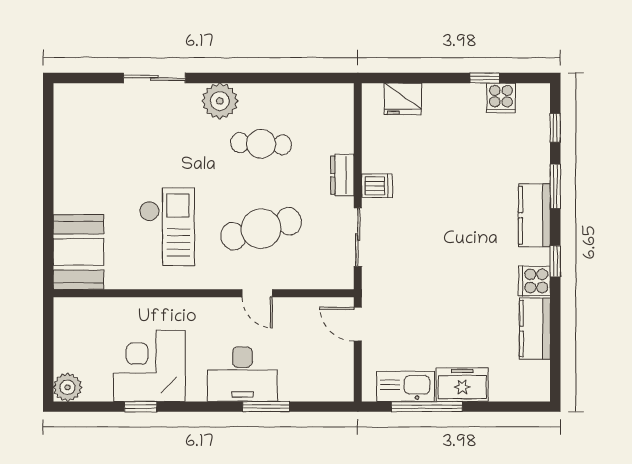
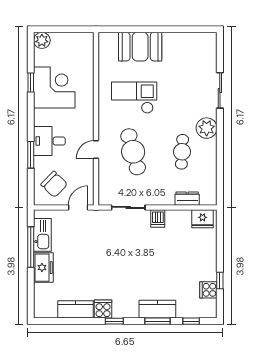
fridge: (403, 99) -> (203, 219), moved, turned -90
dresser: (342, 175) -> (187, 199), moved
kitchen counter: (534, 215) -> (157, 309), moved
checkout: (167, 227) -> (134, 98), turned 180
booth: (78, 252) -> (140, 47), moved
chair: (318, 366) -> (54, 184), added
desk: (242, 374) -> (49, 141), width x0.73

